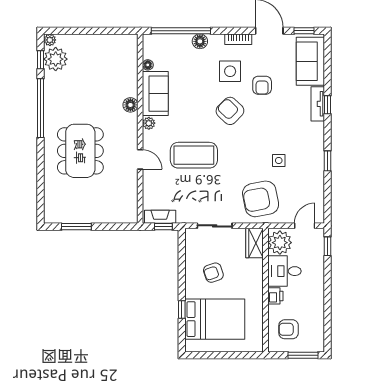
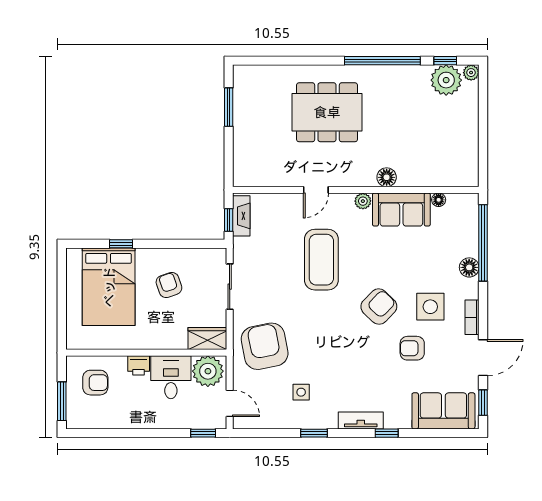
tv unit: (318, 104) -> (361, 420), moved
side table: (279, 160) -> (301, 392), moved
armchair: (289, 329) -> (95, 383), turned 90

